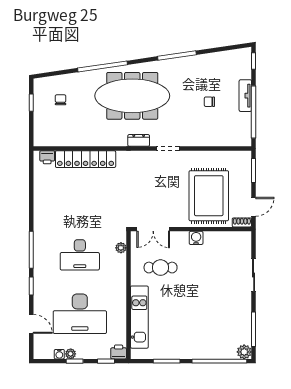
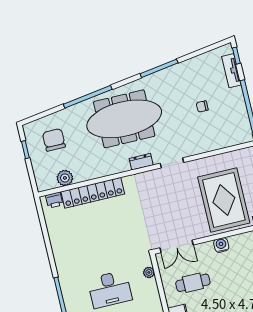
tv unit: (245, 96) -> (231, 71), moved
chair: (61, 100) -> (54, 140), width x1.87, depth x1.87
plant: (62, 139) -> (65, 178), added

